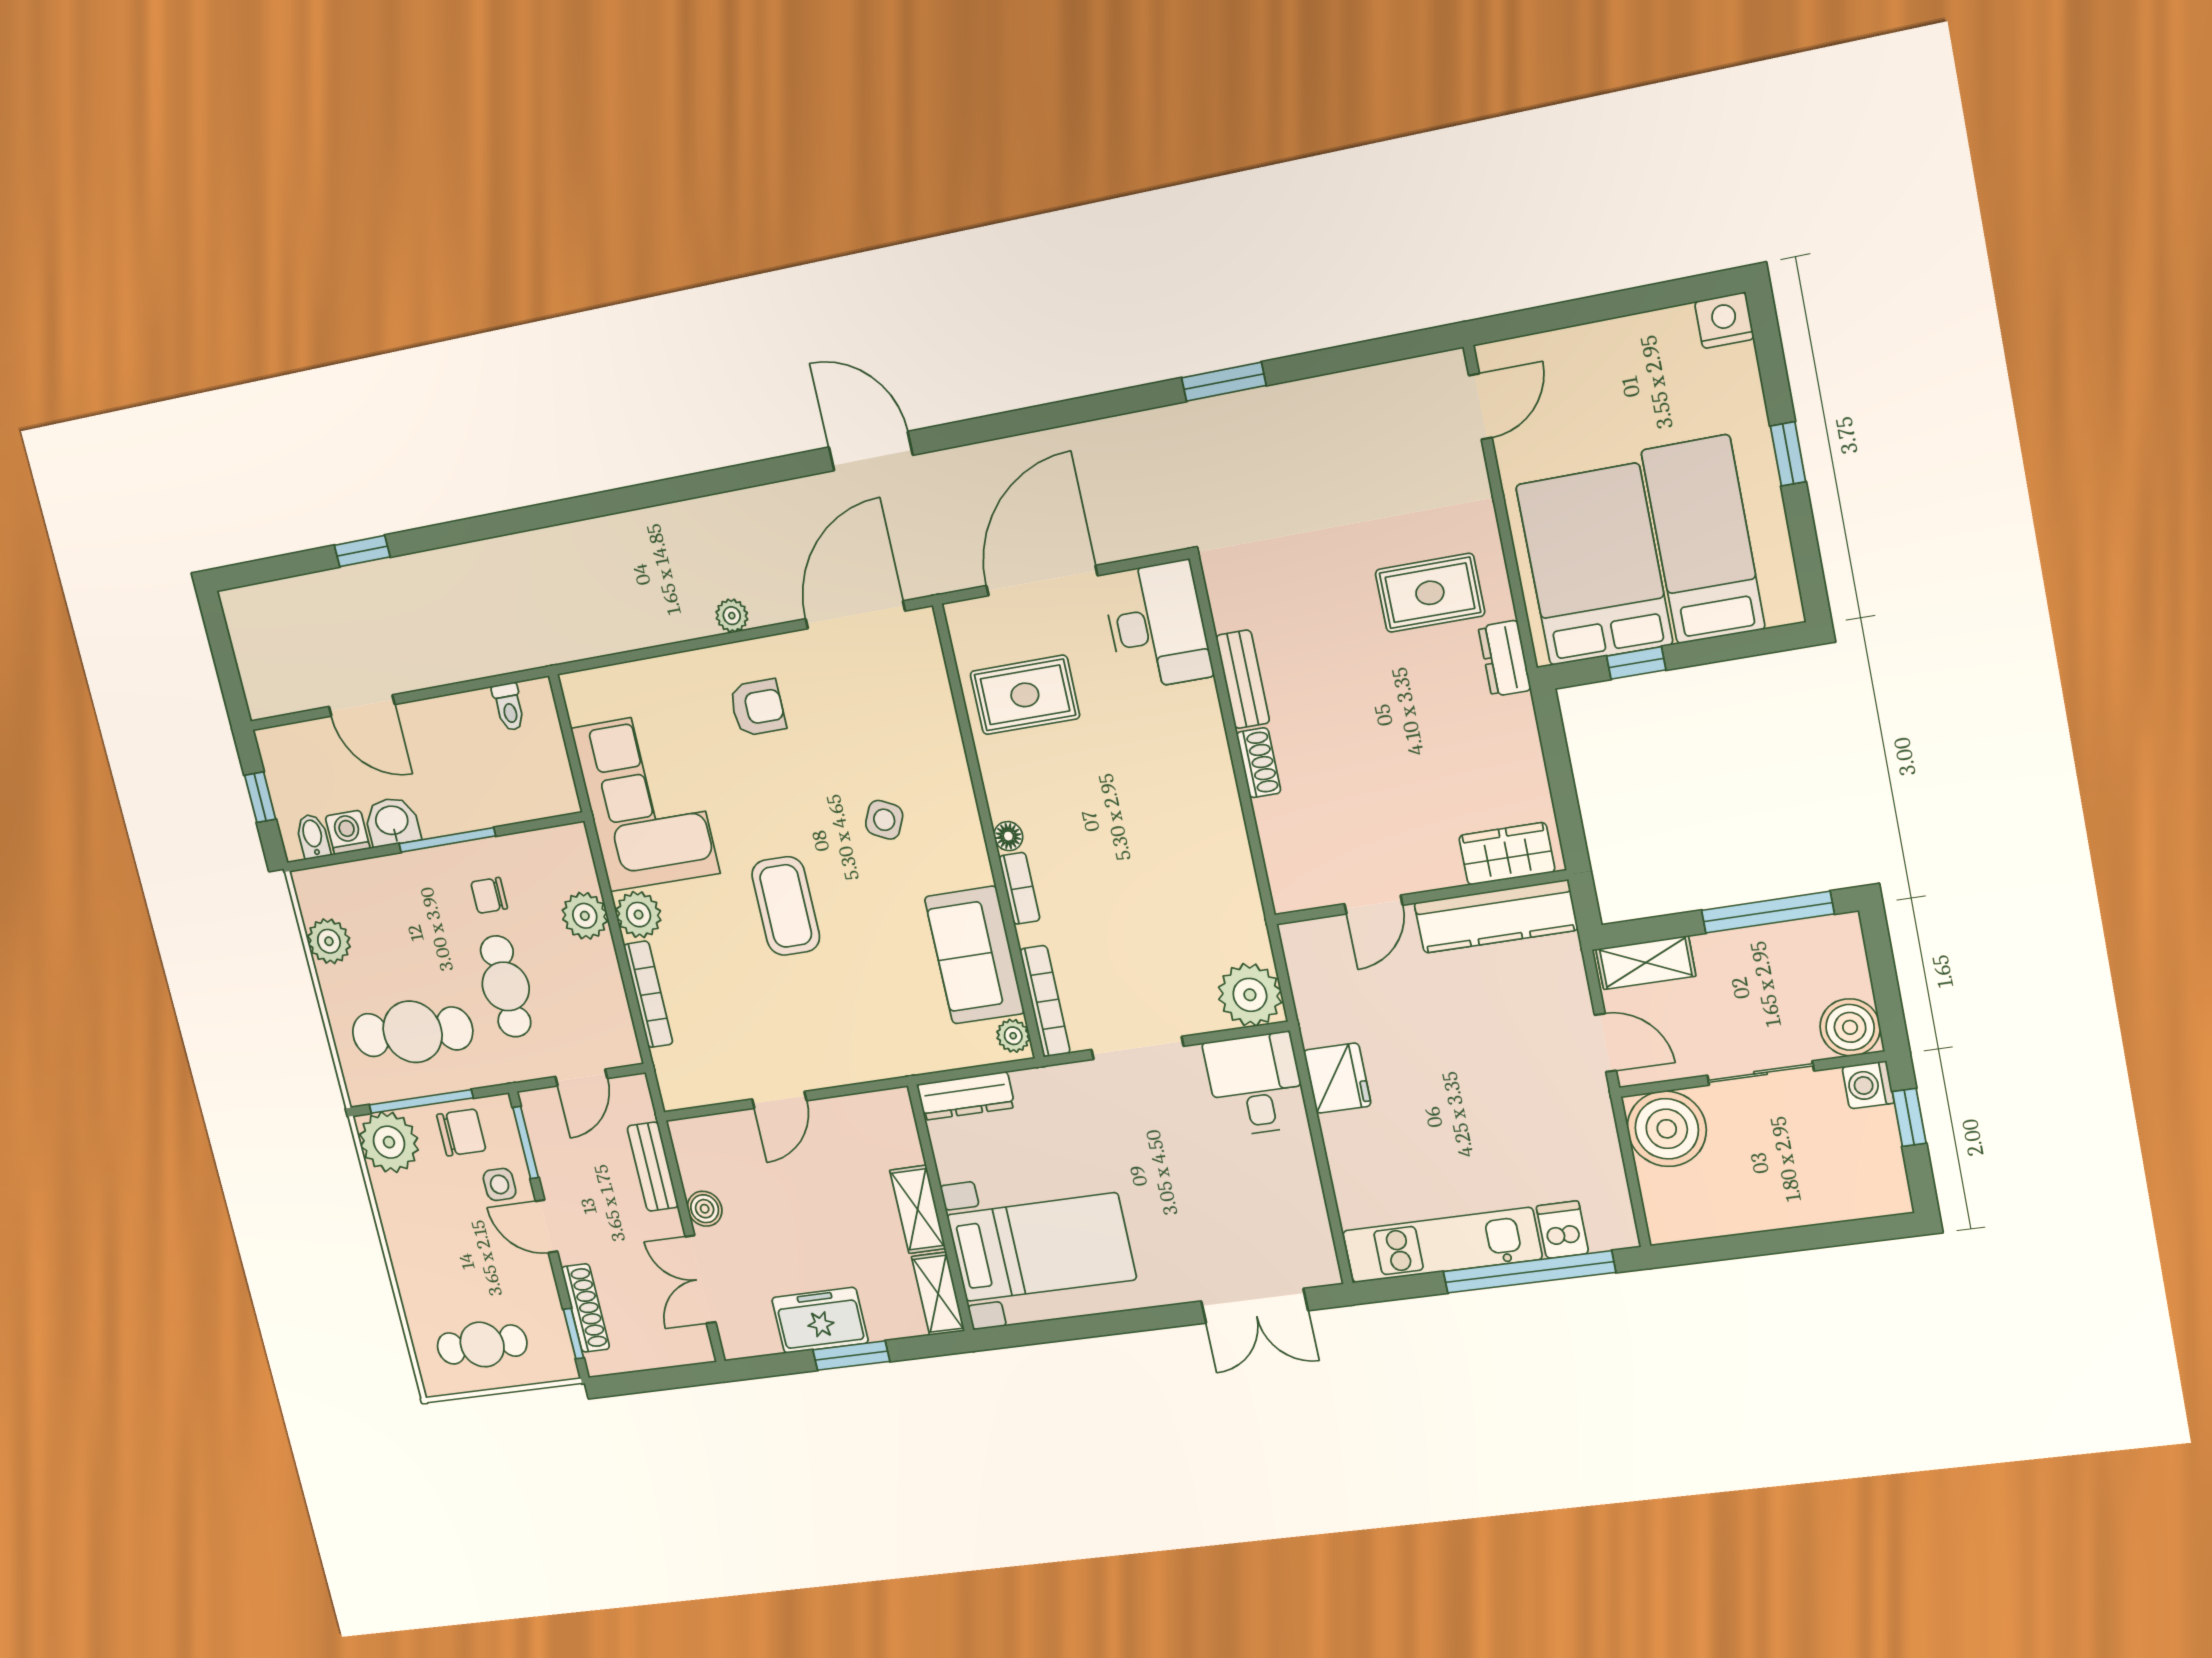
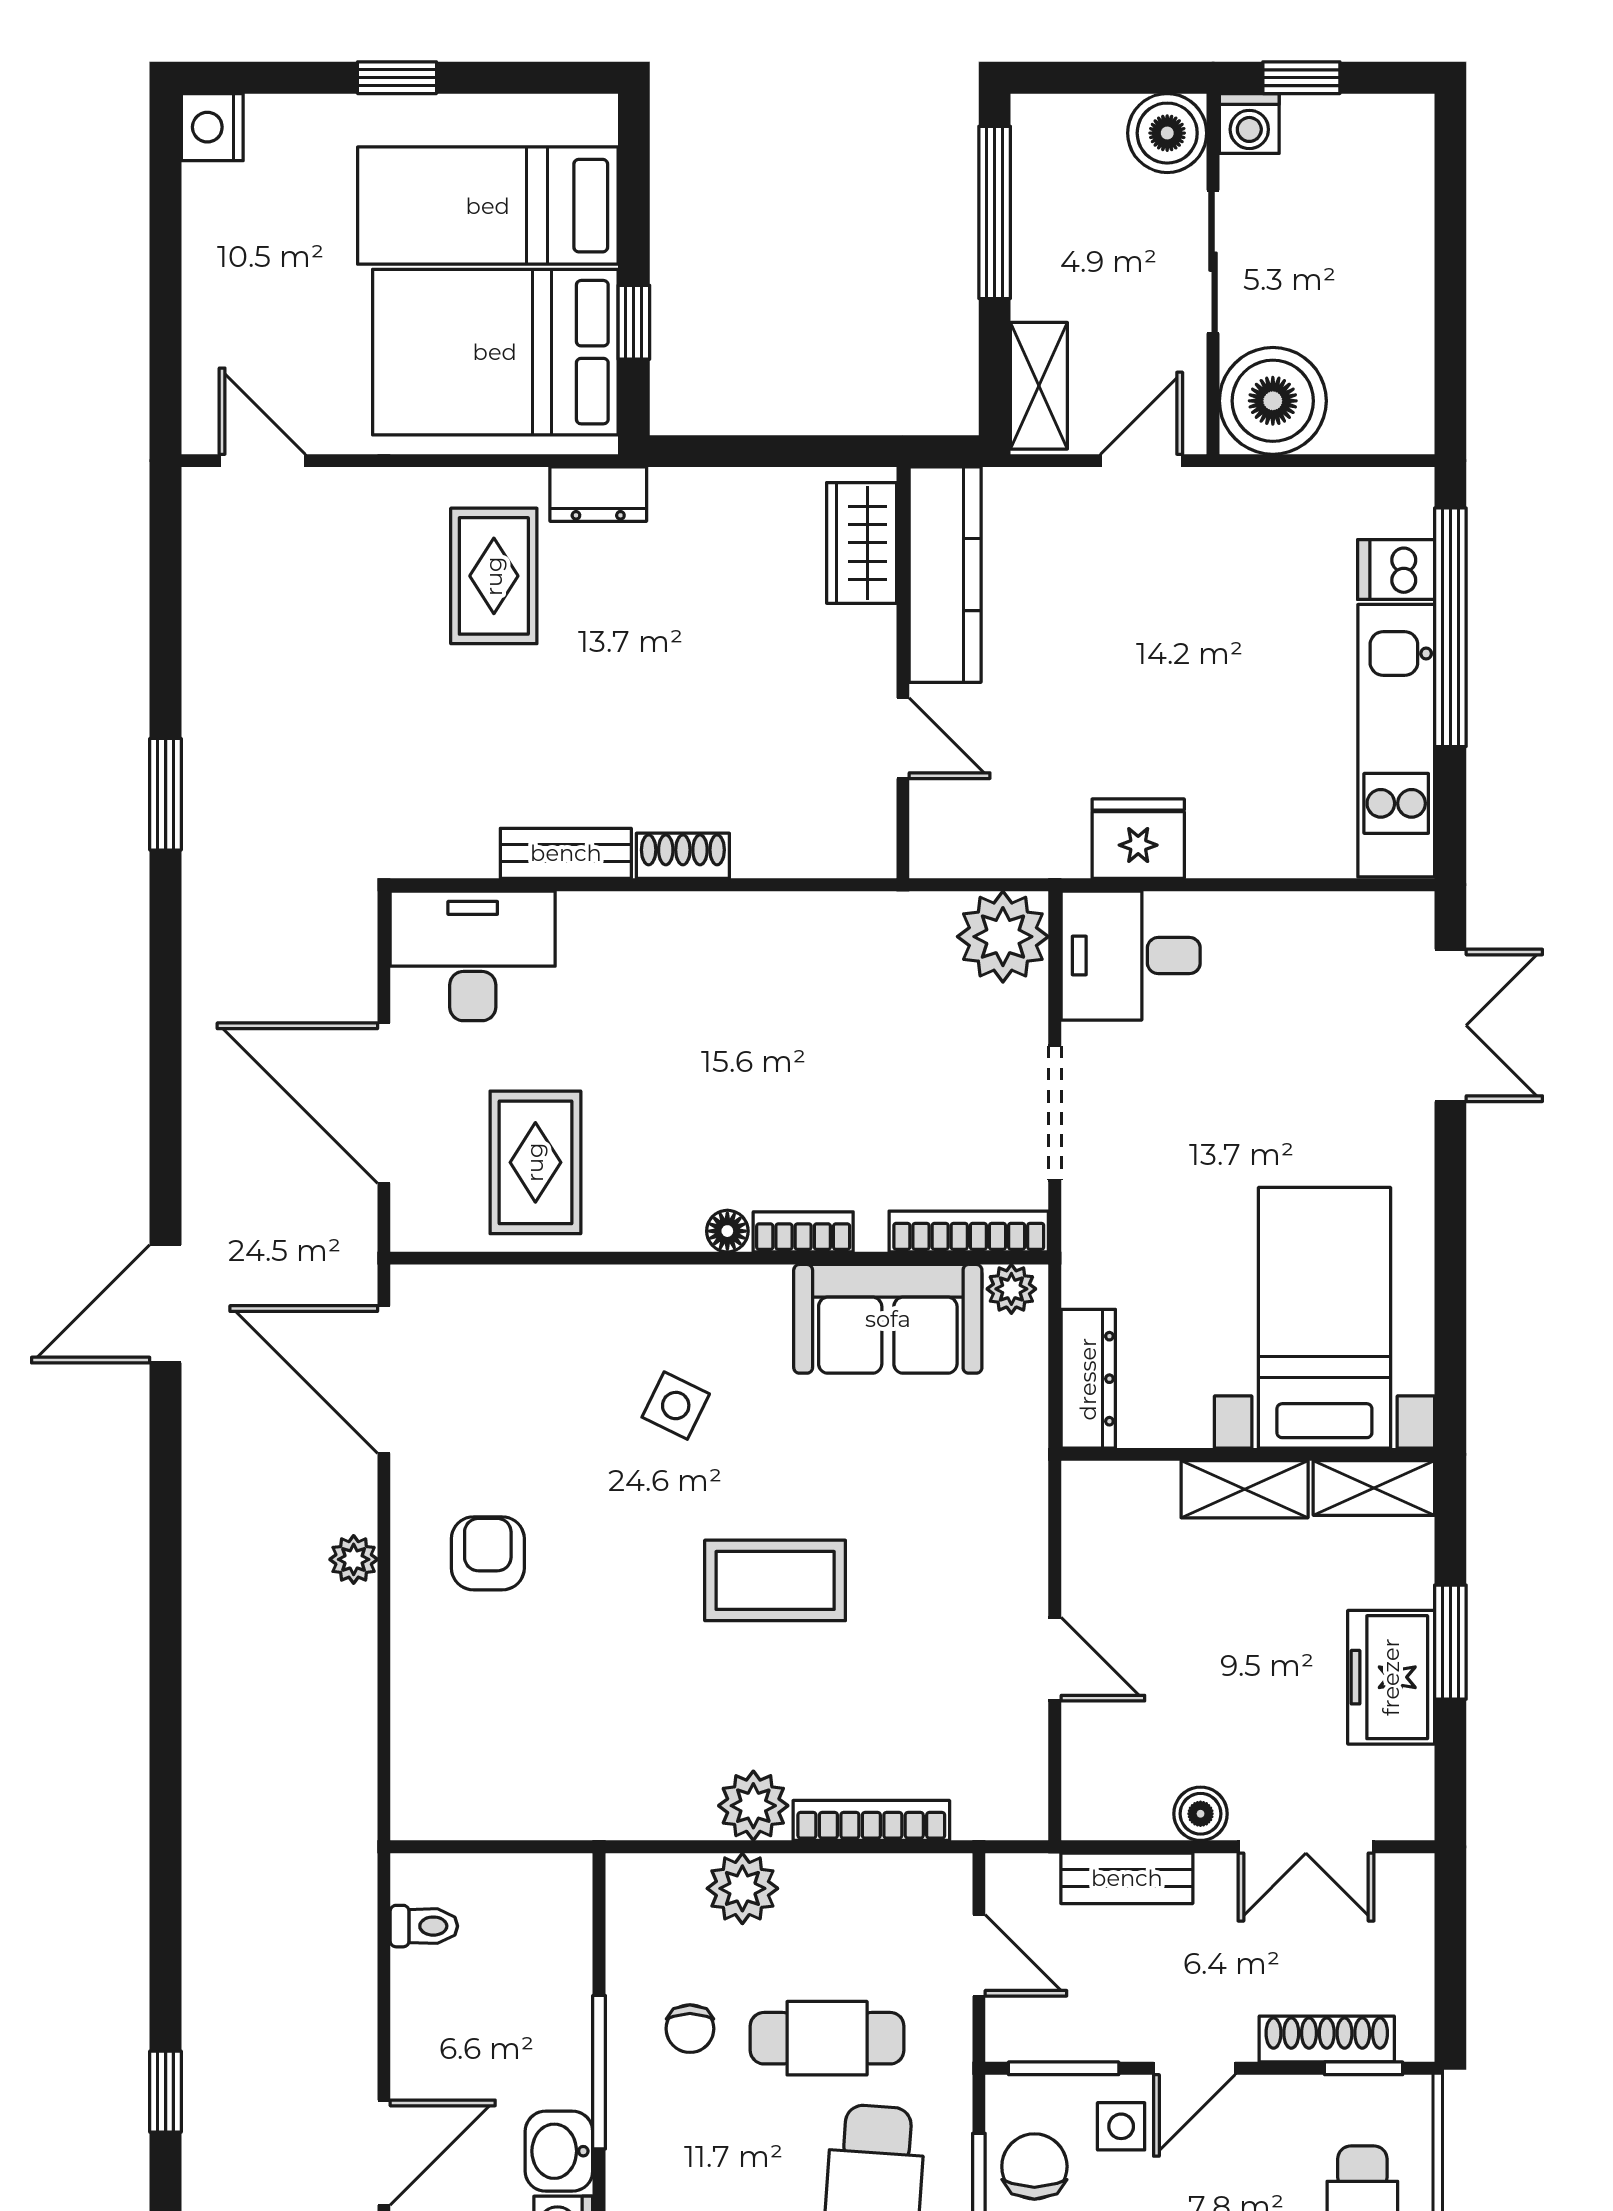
corner sofa: (645, 801) -> (592, 1754), removed

